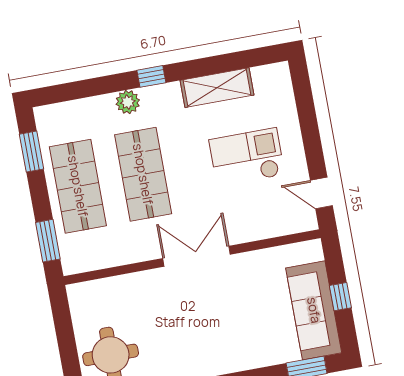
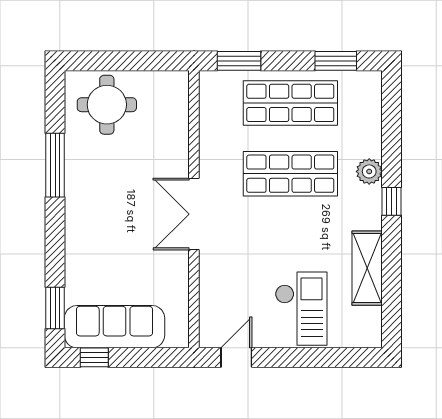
checkout: (247, 157) -> (301, 309), moved
double door: (197, 256) -> (194, 214), swing flipped
window: (340, 297) -> (94, 357), moved

